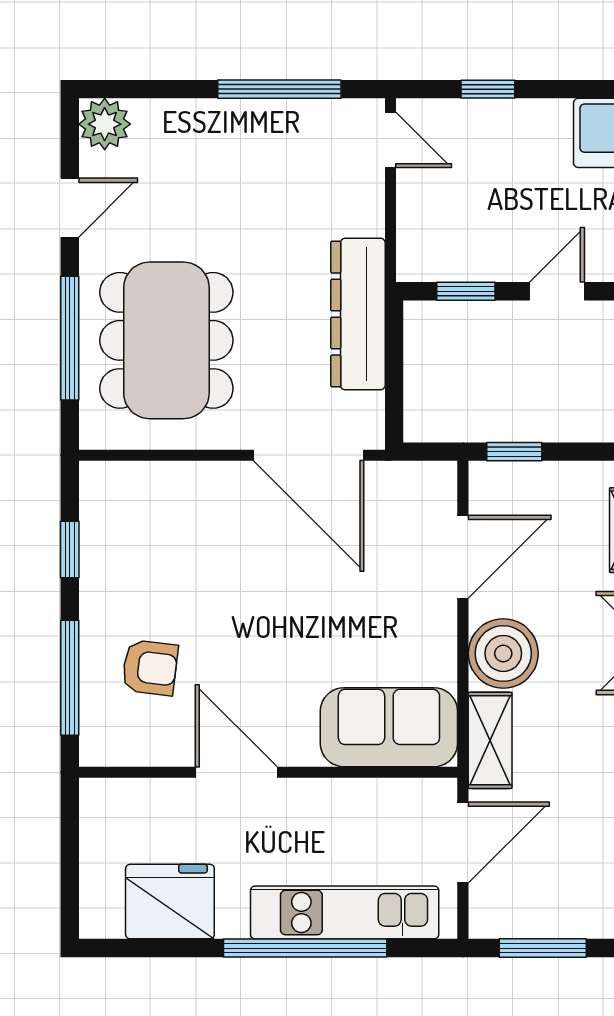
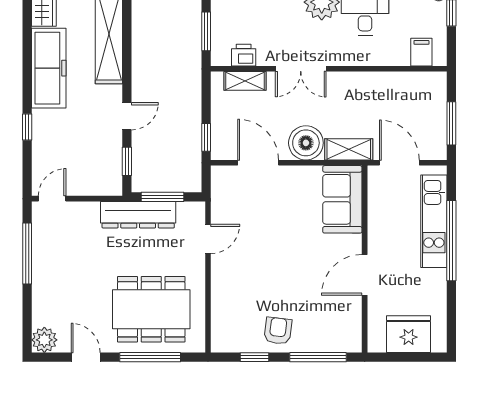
window: (488, 89) -> (27, 127), moved
door: (557, 291) -> (127, 116), swing flipped
window: (394, 363) -> (162, 197), added
door: (309, 455) -> (208, 239), width x0.53
armchair: (150, 668) -> (278, 331), moved
fridge: (170, 902) -> (409, 334), moved, turned 90

